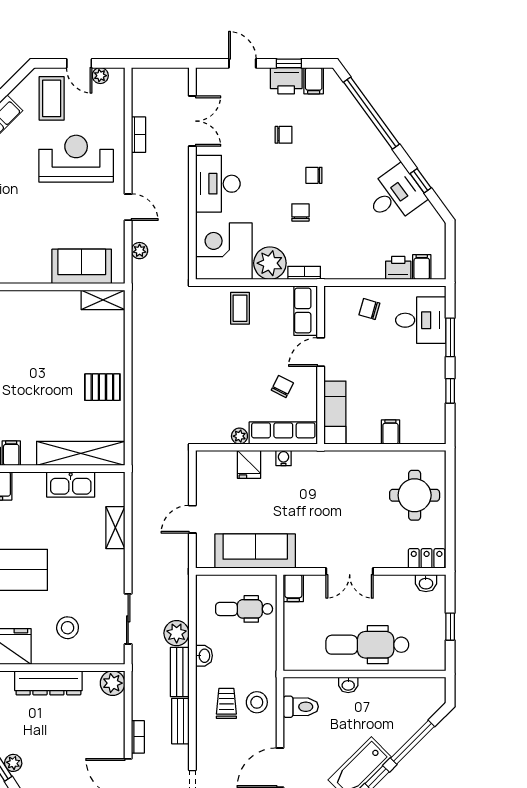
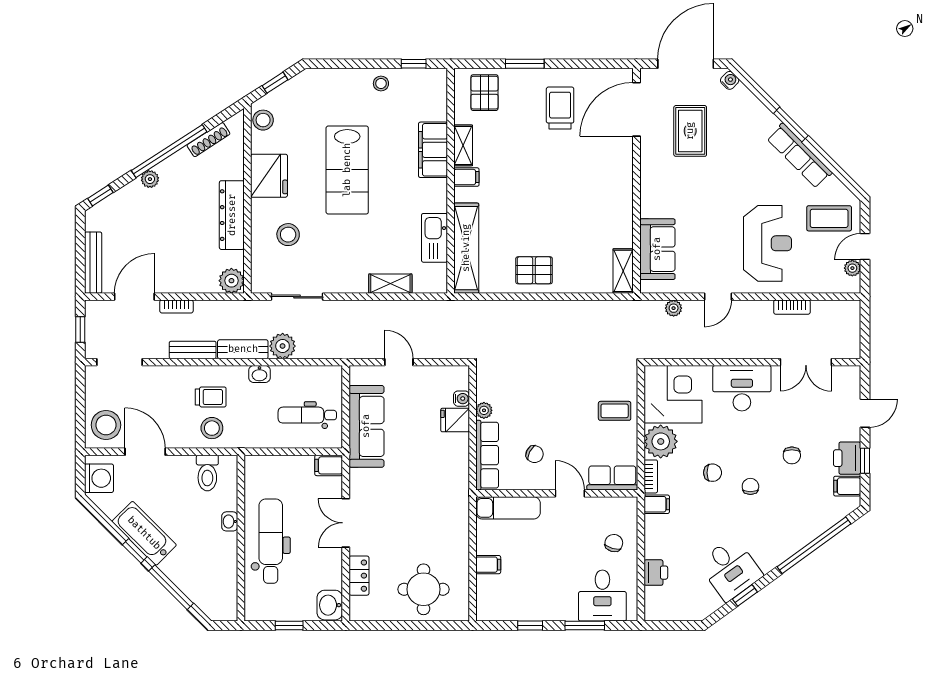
filing cabinet: (422, 267) -> (657, 504), moved
pallet: (102, 387) -> (534, 270), turned 90
water cooler: (284, 458) -> (461, 399), moved
locker: (427, 558) -> (359, 576), moved
washbasin: (426, 583) -> (330, 605), width x1.38, depth x1.45
dental chair: (244, 609) -> (307, 415), turned -90

